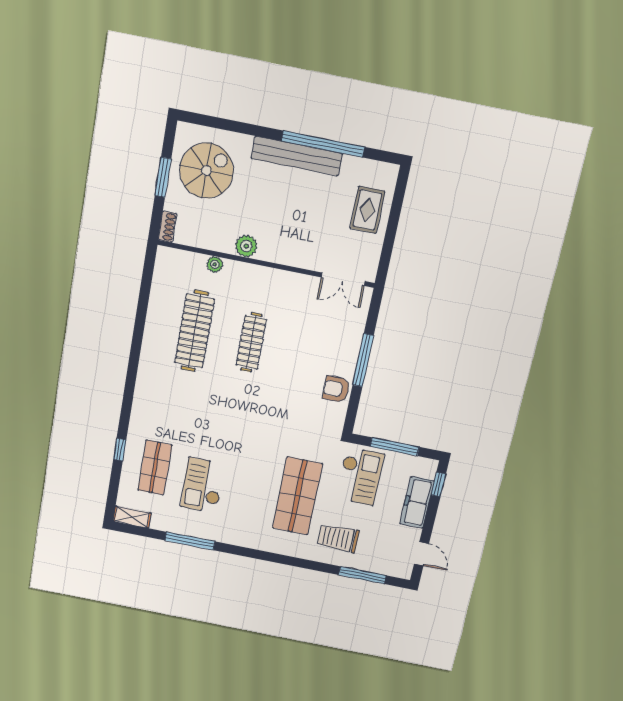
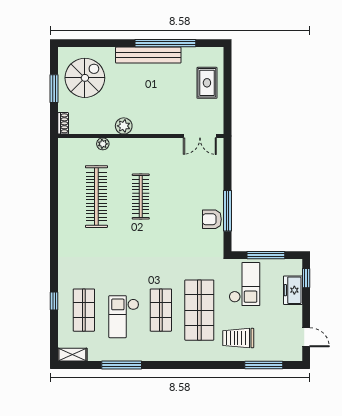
window: (363, 360) -> (227, 211), moved
shop shelf: (250, 487) -> (161, 310), added
freezer: (417, 502) -> (293, 290), width x0.71

